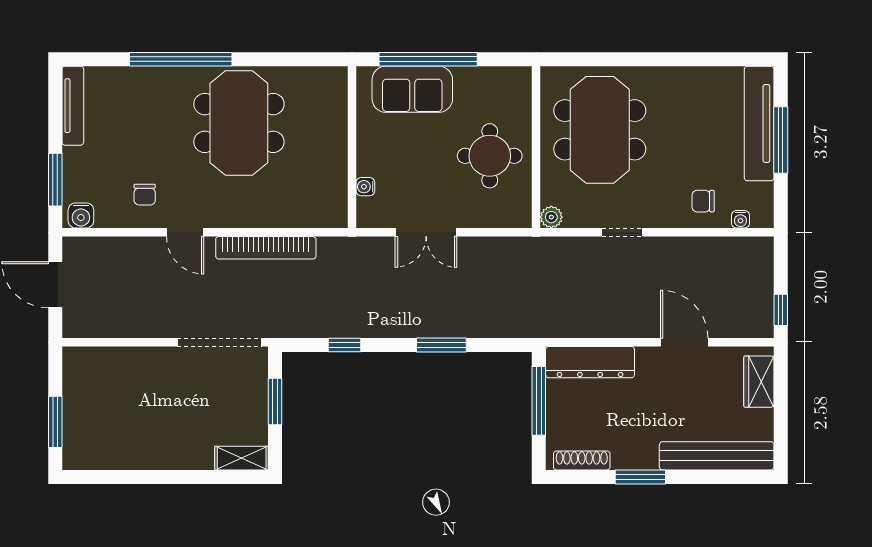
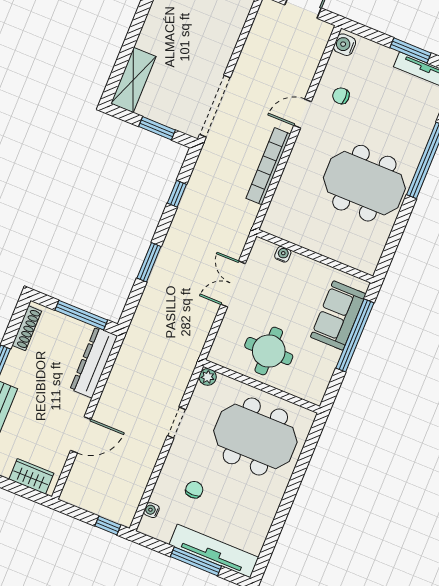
window: (55, 180) -> (411, 50), moved
chair: (703, 201) -> (194, 490), moved
window: (781, 310) -> (108, 525), moved
shelving: (242, 458) -> (133, 80), width x1.50, depth x1.33

